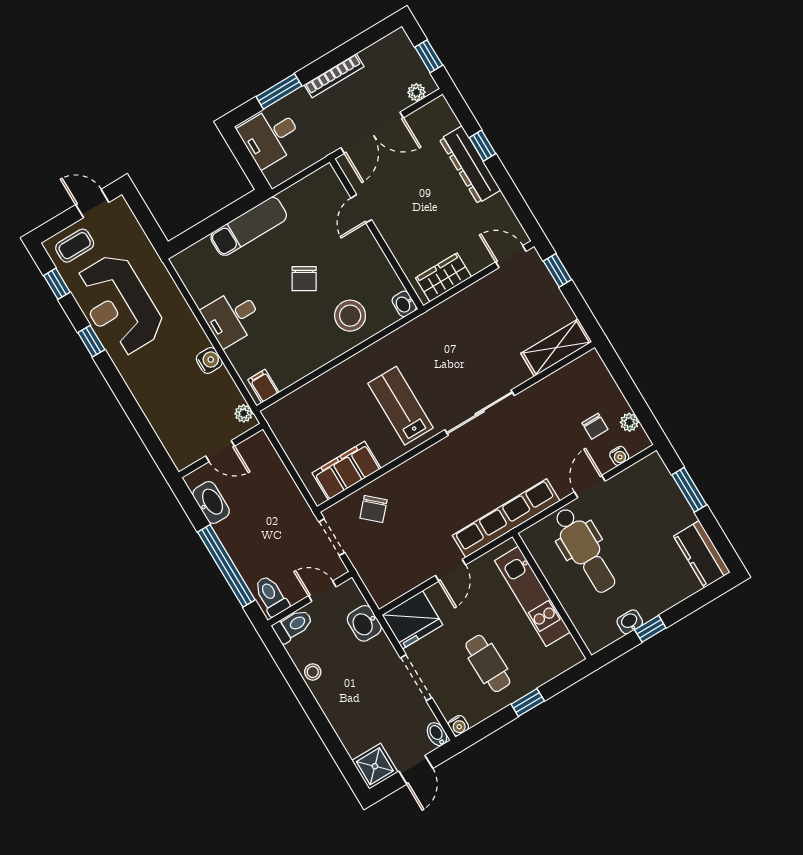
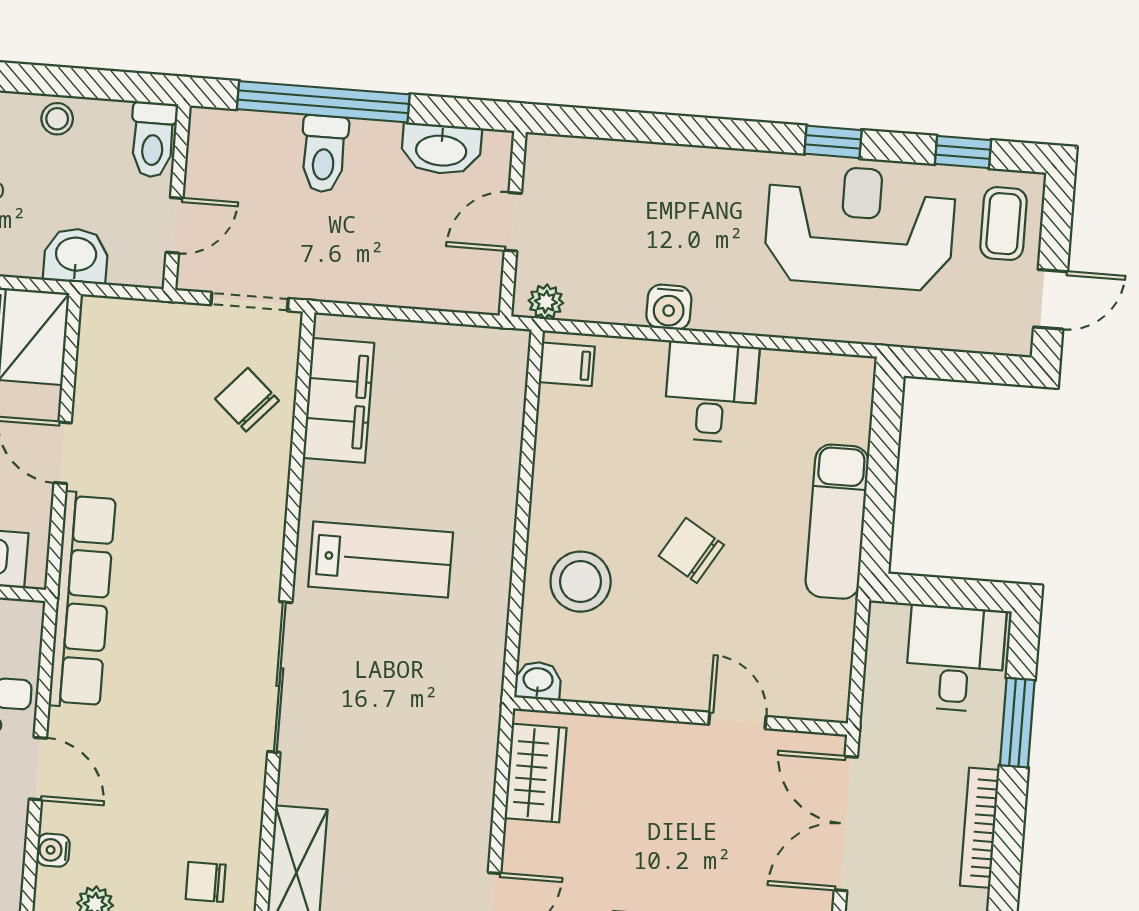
chair: (595, 426) -> (206, 882), moved
toilet: (271, 596) -> (324, 154), moved, turned 90

